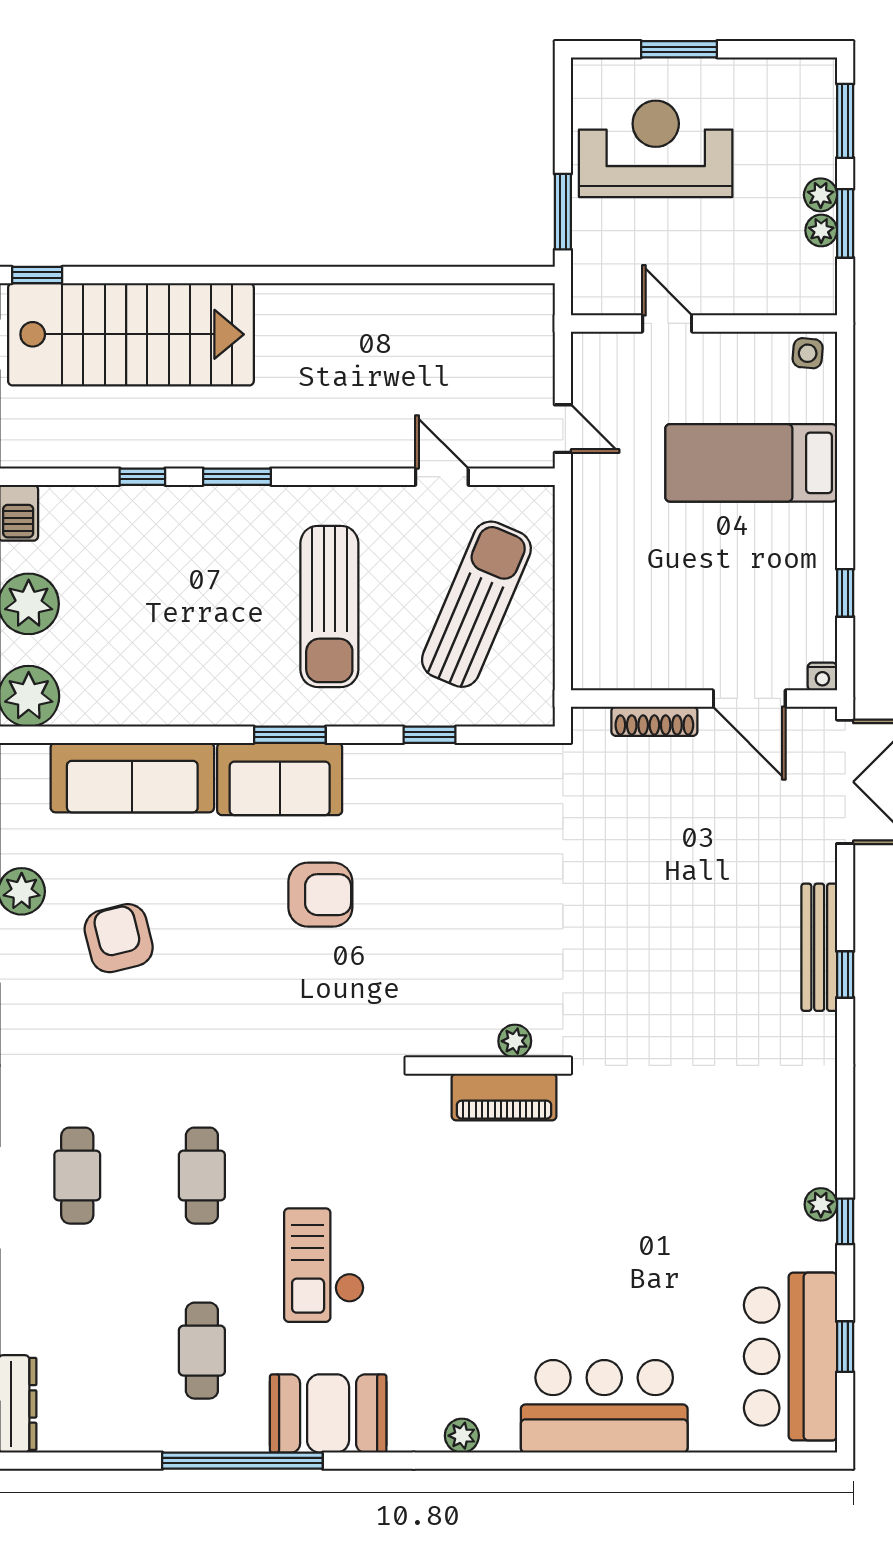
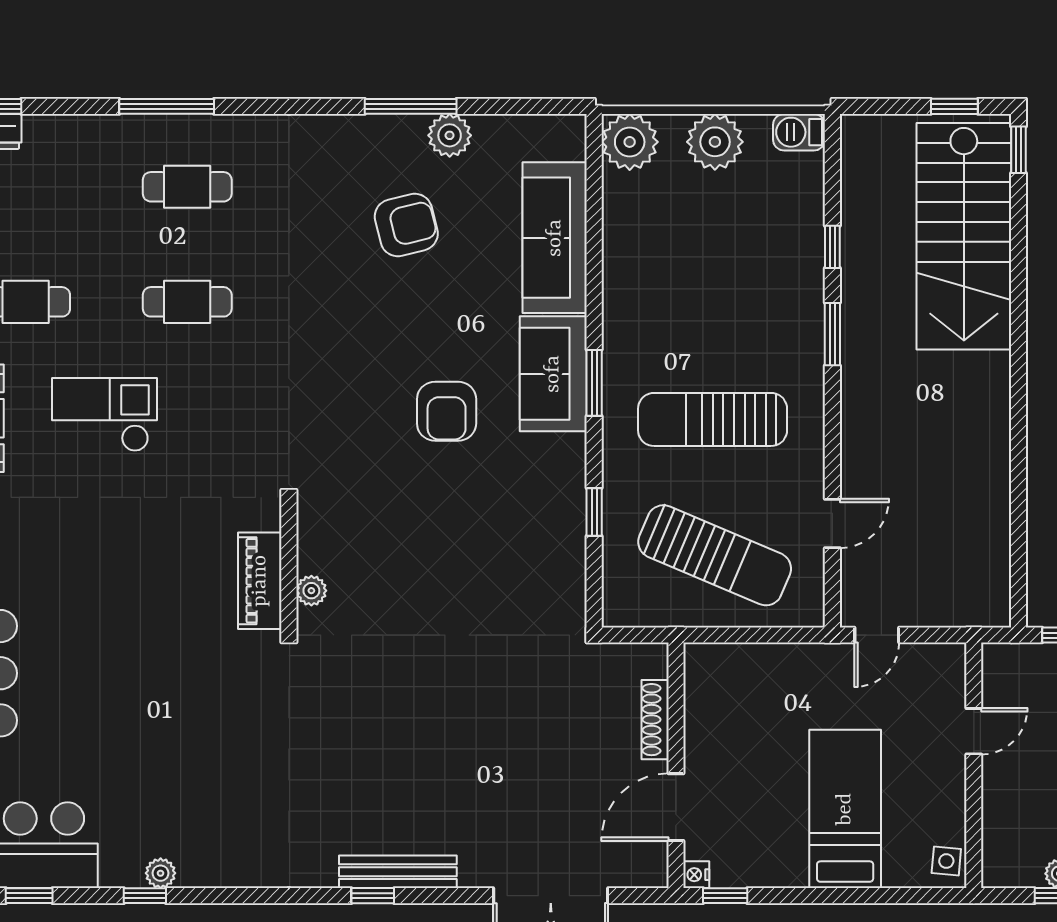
nightstand: (822, 677) -> (696, 875), moved
wall: (704, 698) -> (676, 765), moved
door: (749, 698) -> (676, 807), moved
shoe rack: (654, 721) -> (655, 720), moved

